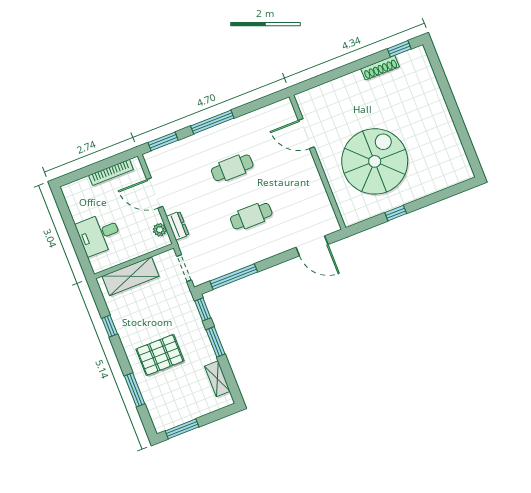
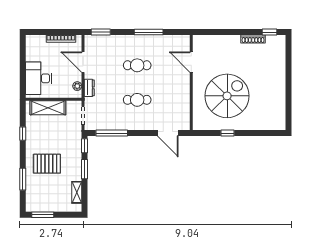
window: (212, 122) -> (149, 32), moved
desk: (99, 234) -> (39, 78), width x1.37

